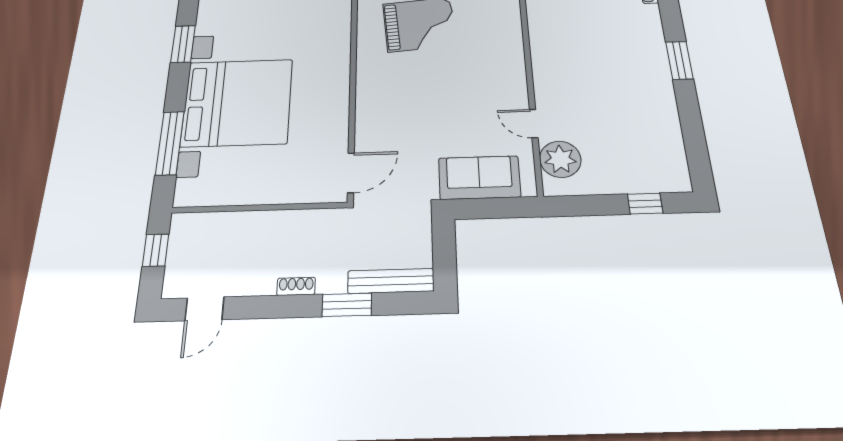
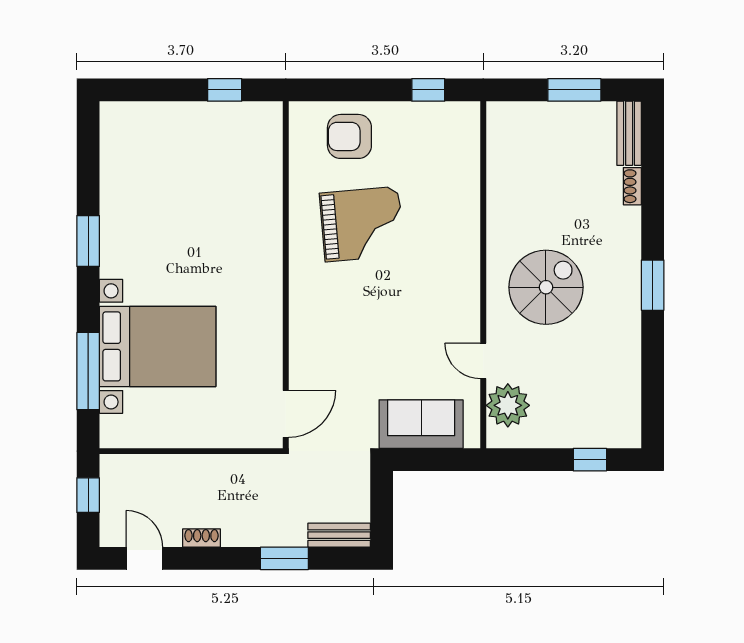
spiral stairs: (584, 65) -> (546, 287), added
bed with nightstands: (237, 102) -> (158, 346), width x0.73
bench: (391, 281) -> (339, 535), width x0.73
shoe rack: (296, 286) -> (201, 538), moved
door: (204, 309) -> (144, 558), swing flipped

